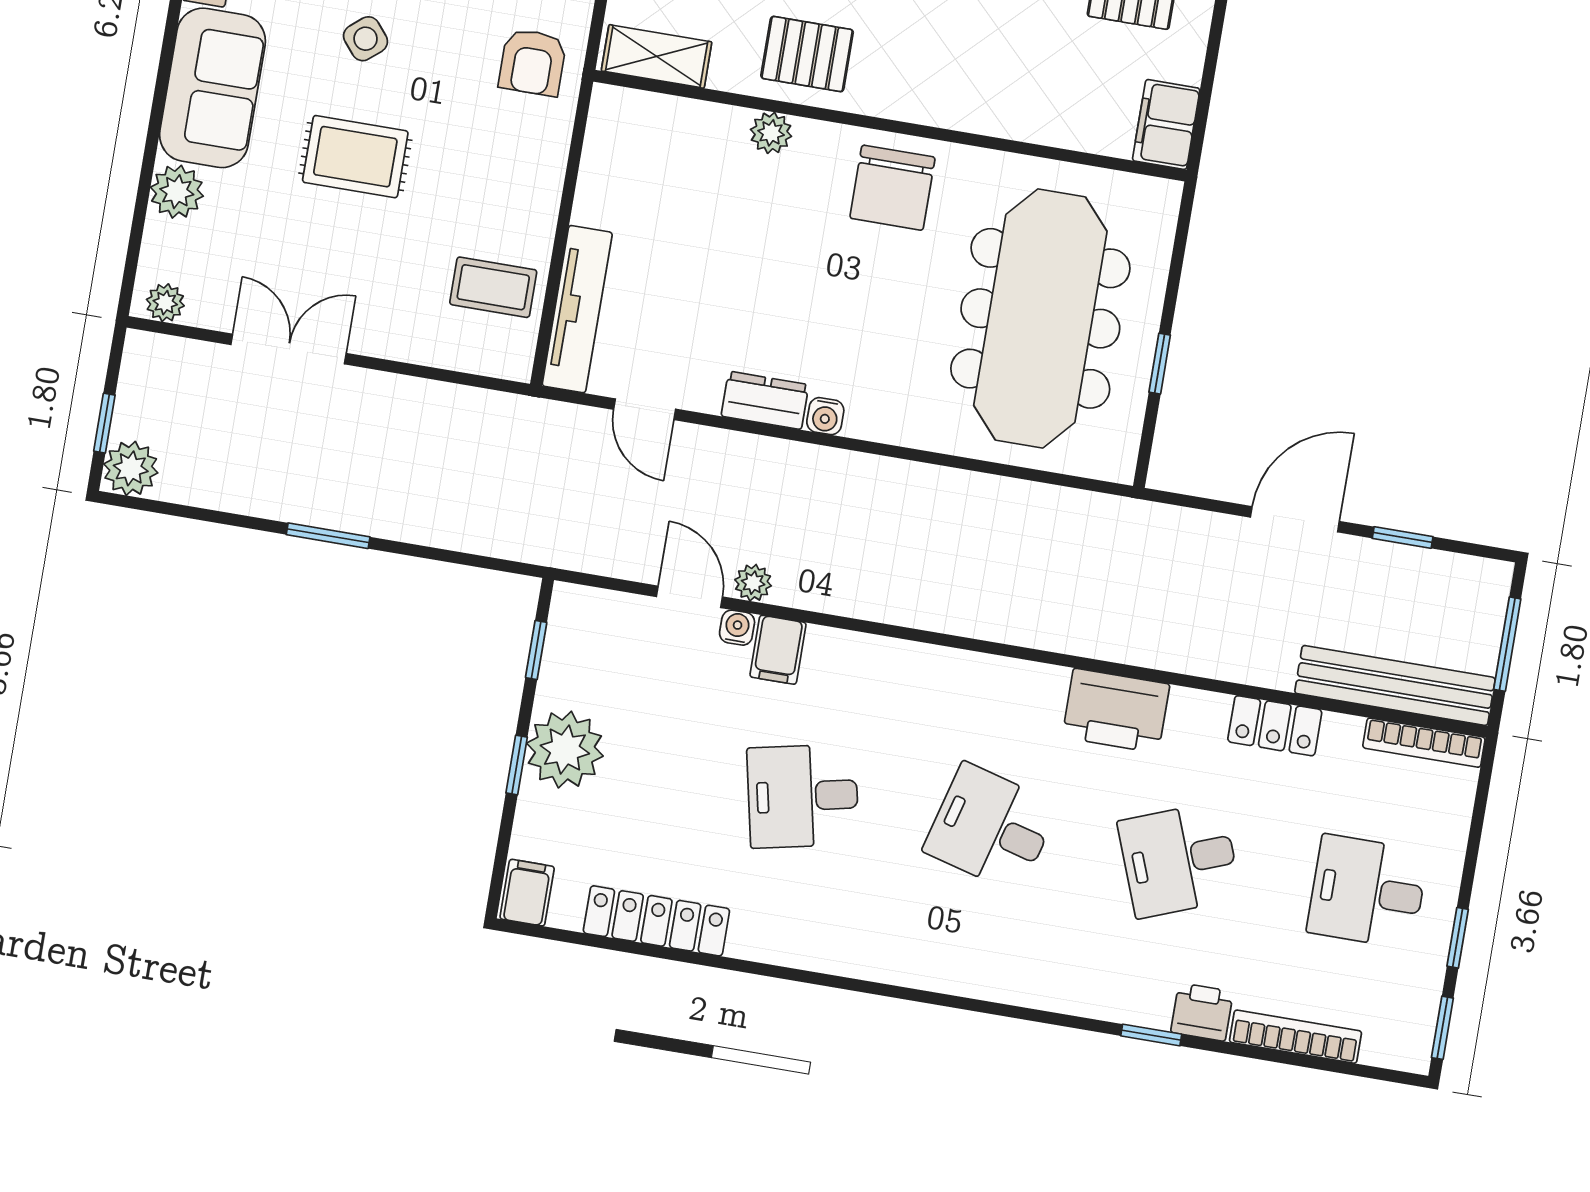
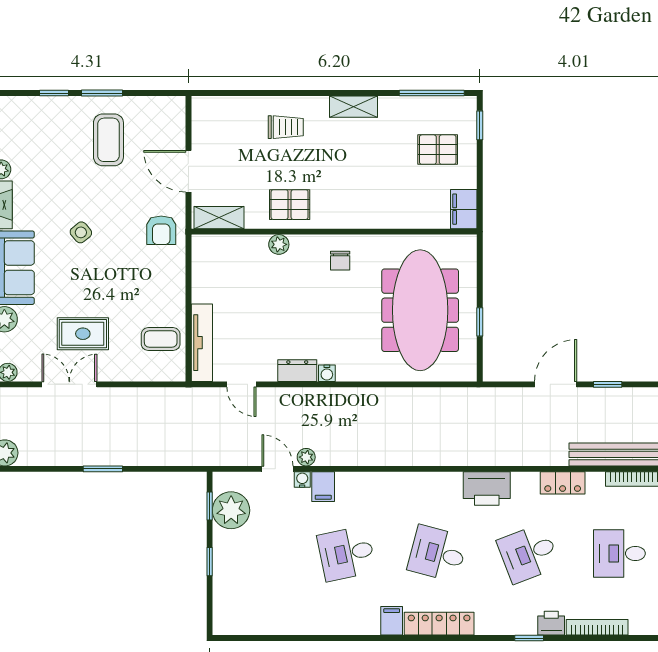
rug: (355, 157) -> (83, 334), moved
chair: (892, 188) -> (340, 261), width x0.54, depth x0.54
plant: (565, 750) -> (231, 510), moved
filing cabinet: (527, 893) -> (392, 621), moved
locker: (656, 921) -> (439, 624), moved

